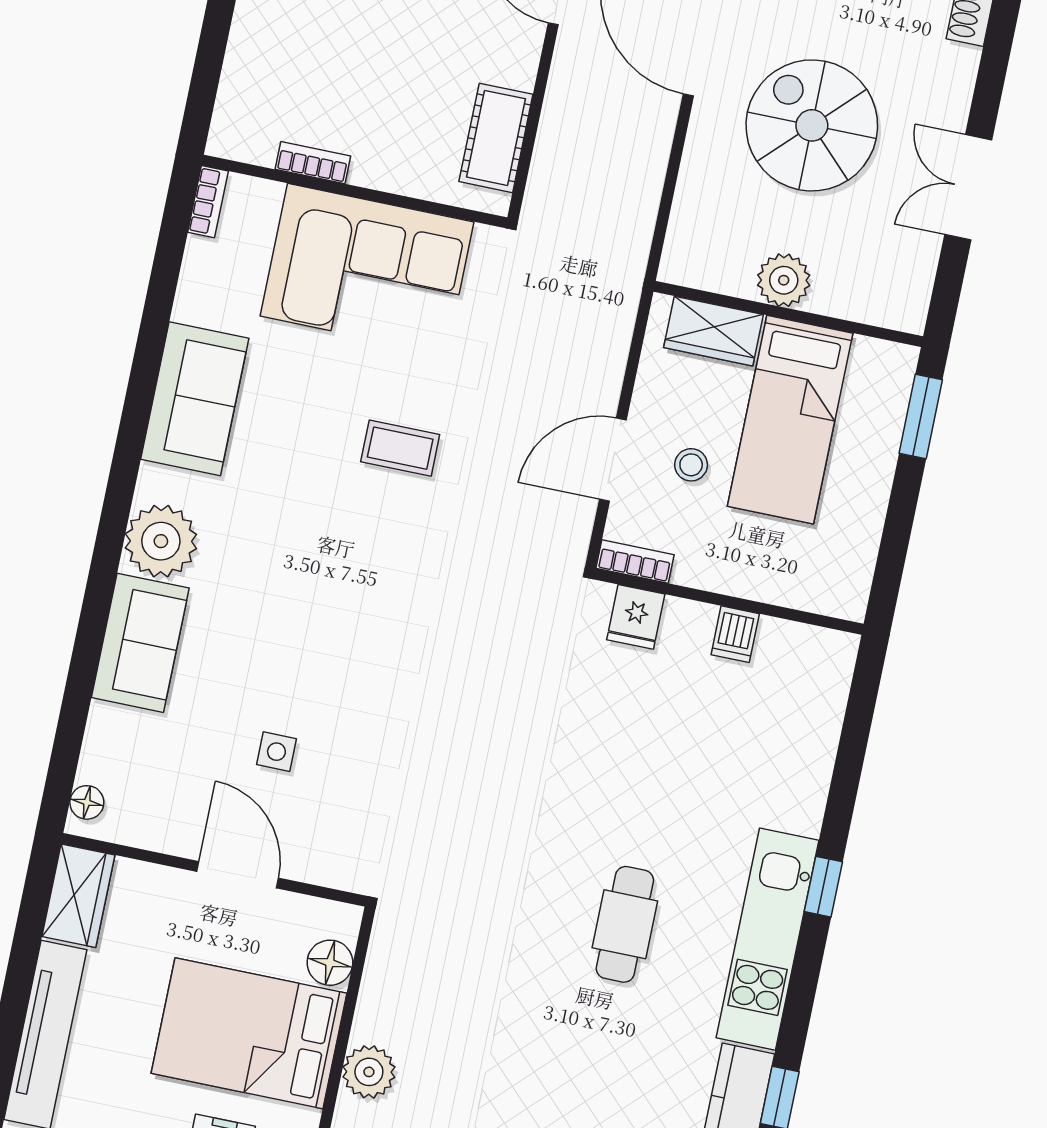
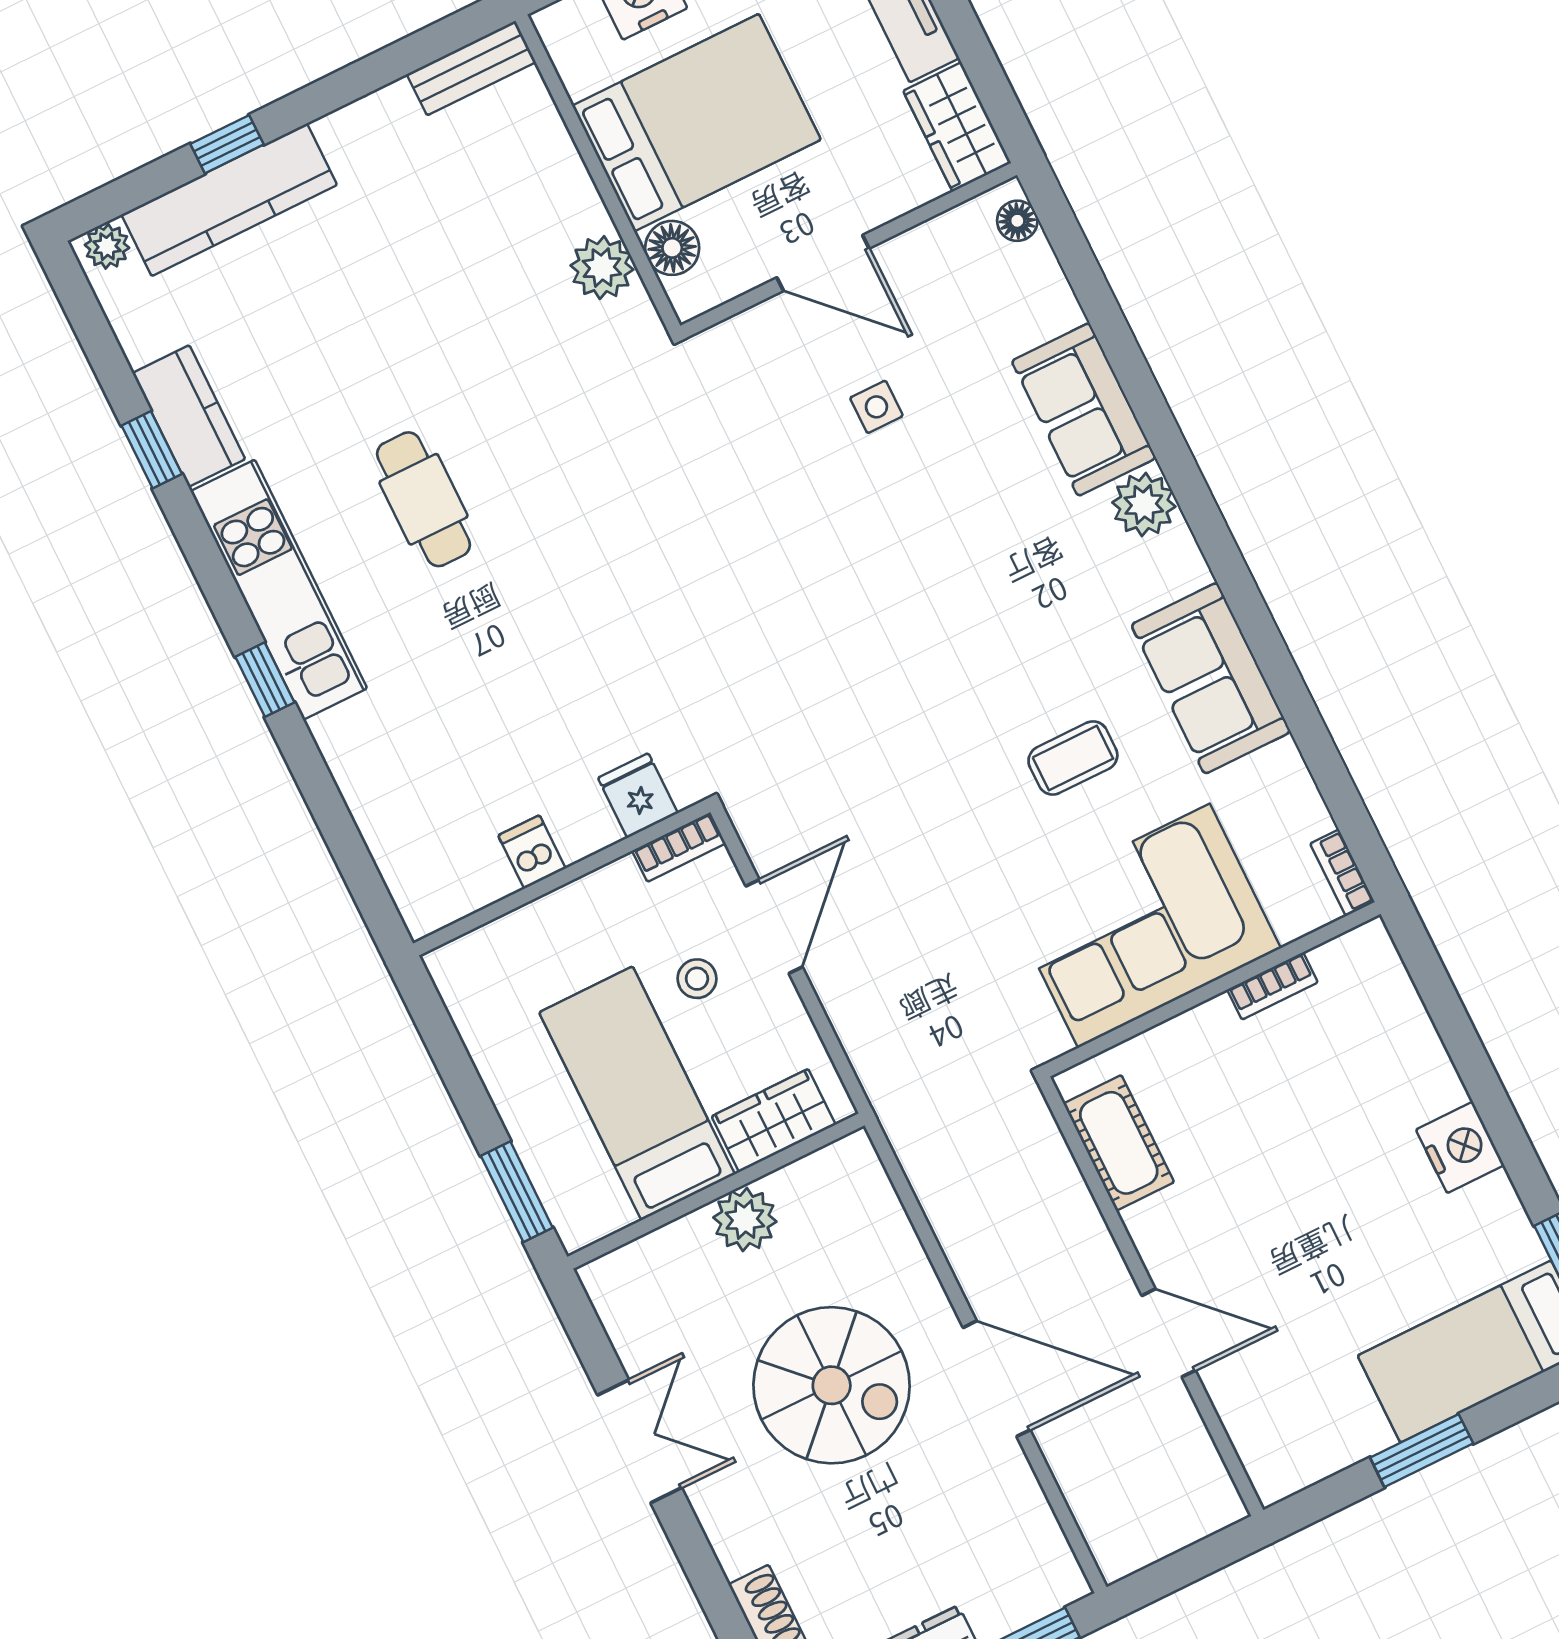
coffee table: (400, 448) -> (1073, 758), moved
plant: (161, 541) -> (1144, 504), width x0.73, depth x0.73
plant: (369, 1072) -> (602, 268), moved

